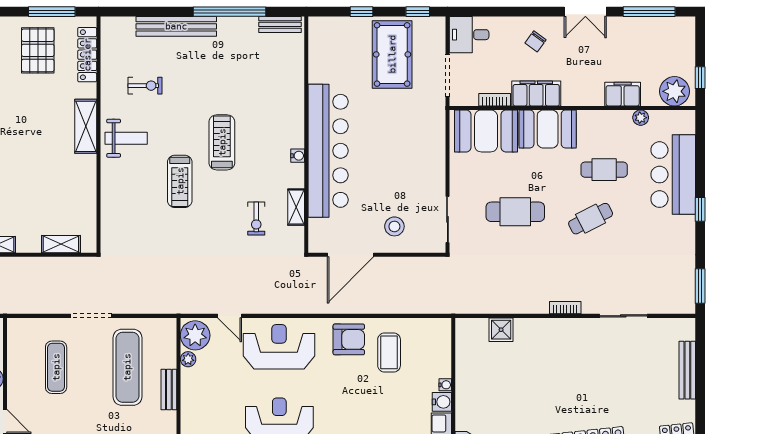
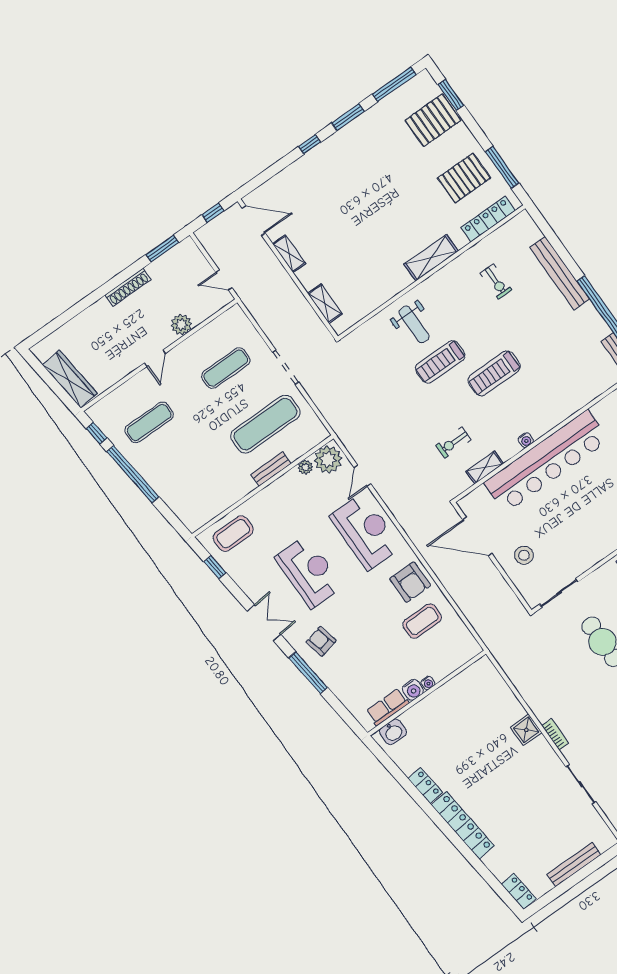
weight bench: (126, 138) -> (414, 324), moved
treadmill: (222, 142) -> (494, 373), turned 180
shower: (501, 330) -> (526, 730), moved

